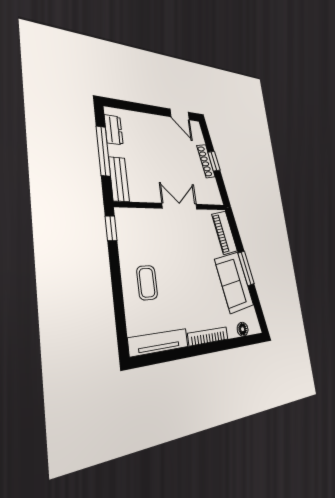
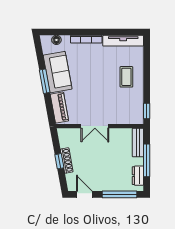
window: (136, 107) -> (119, 194), added

